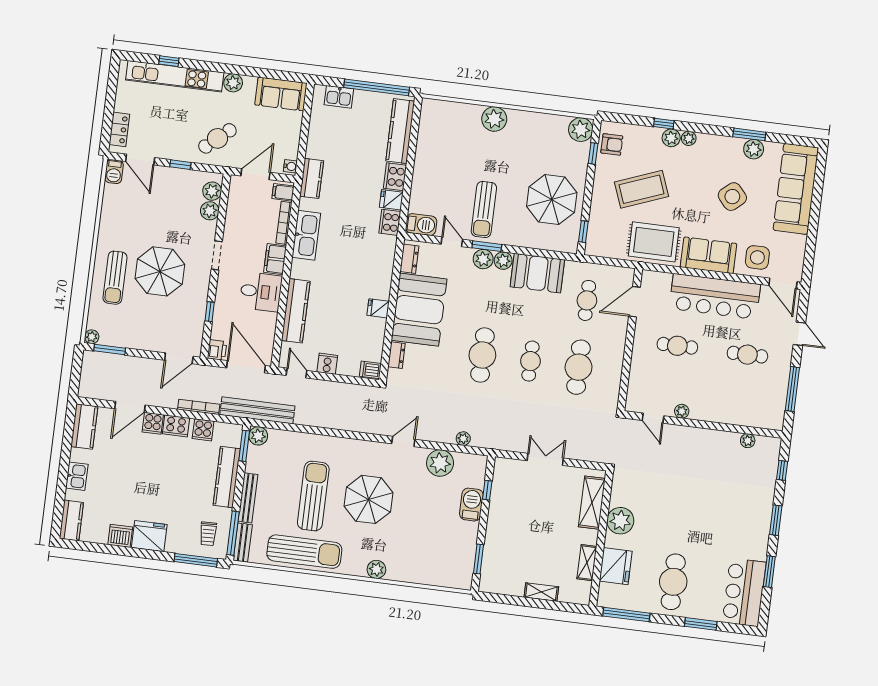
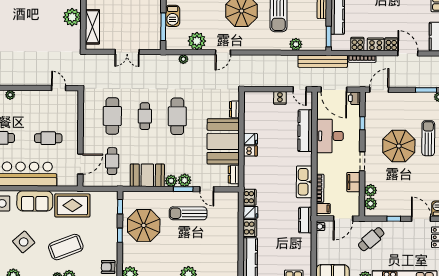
window: (593, 153) -> (120, 235), moved
coffee table: (642, 189) -> (66, 247), moved
sun lounger: (484, 209) -> (188, 213), turned -90
barbecue: (421, 225) -> (229, 198), removed
filing cabinet: (275, 259) -> (353, 182), moved, turned 180
desk: (261, 292) -> (330, 136), width x1.37
dishwasher: (370, 370) -> (250, 151), moved
door: (130, 407) -> (408, 53), hinge flipped
plant: (682, 411) -> (10, 95), moved
plant: (258, 436) -> (296, 44), moved
window: (487, 490) -> (163, 27), width x2.17

